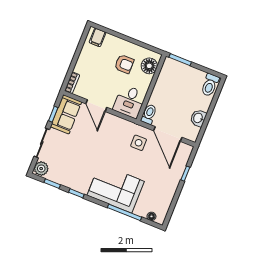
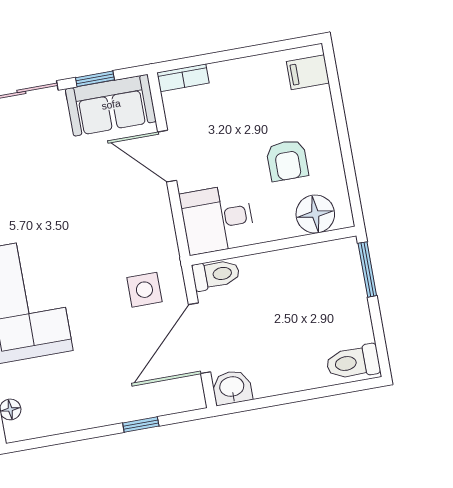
door: (96, 106) -> (167, 156), hinge flipped
washbasin: (198, 118) -> (232, 387), moved

